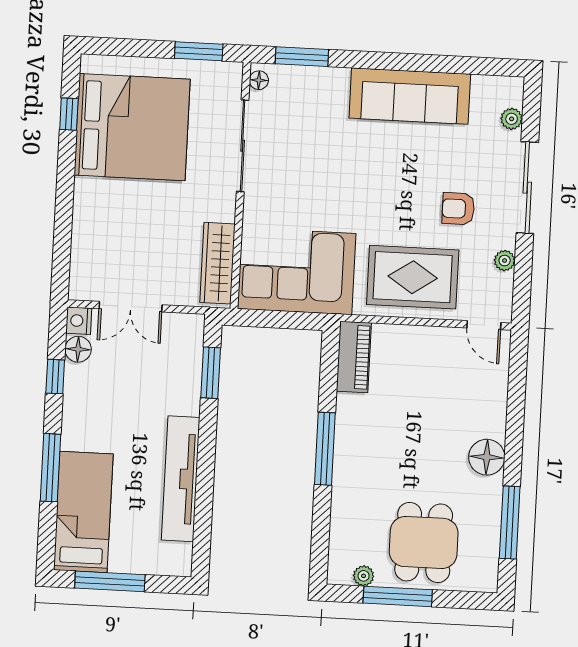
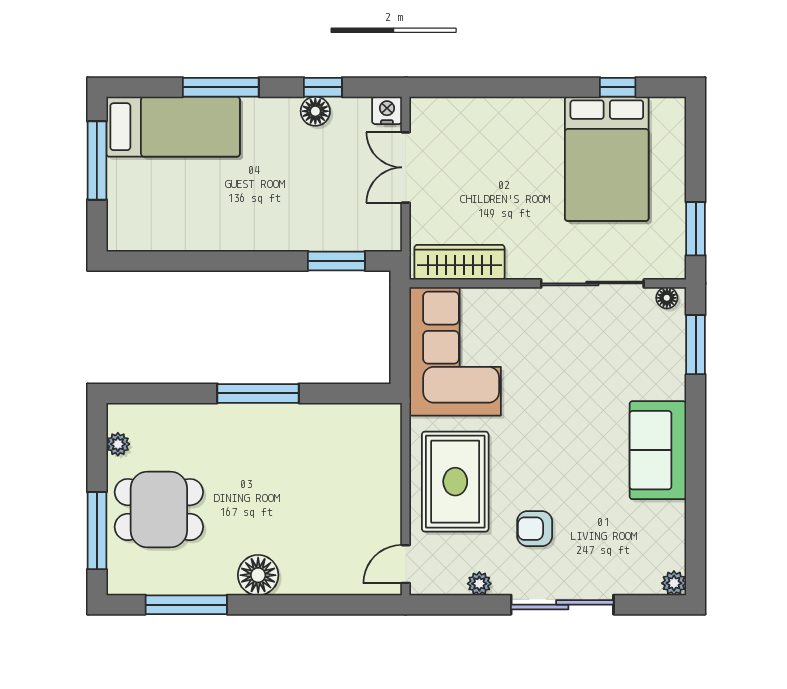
sofa: (410, 96) -> (658, 450), width x0.73
plant: (512, 119) -> (674, 583), moved
bed: (132, 127) -> (607, 159), width x0.73
armchair: (458, 209) -> (535, 529), turned -90
floor lamp: (78, 349) -> (315, 111), moved
piano: (354, 357) -> (362, 420), removed
tv unit: (181, 479) -> (216, 234), removed
window: (398, 596) -> (97, 531), moved

